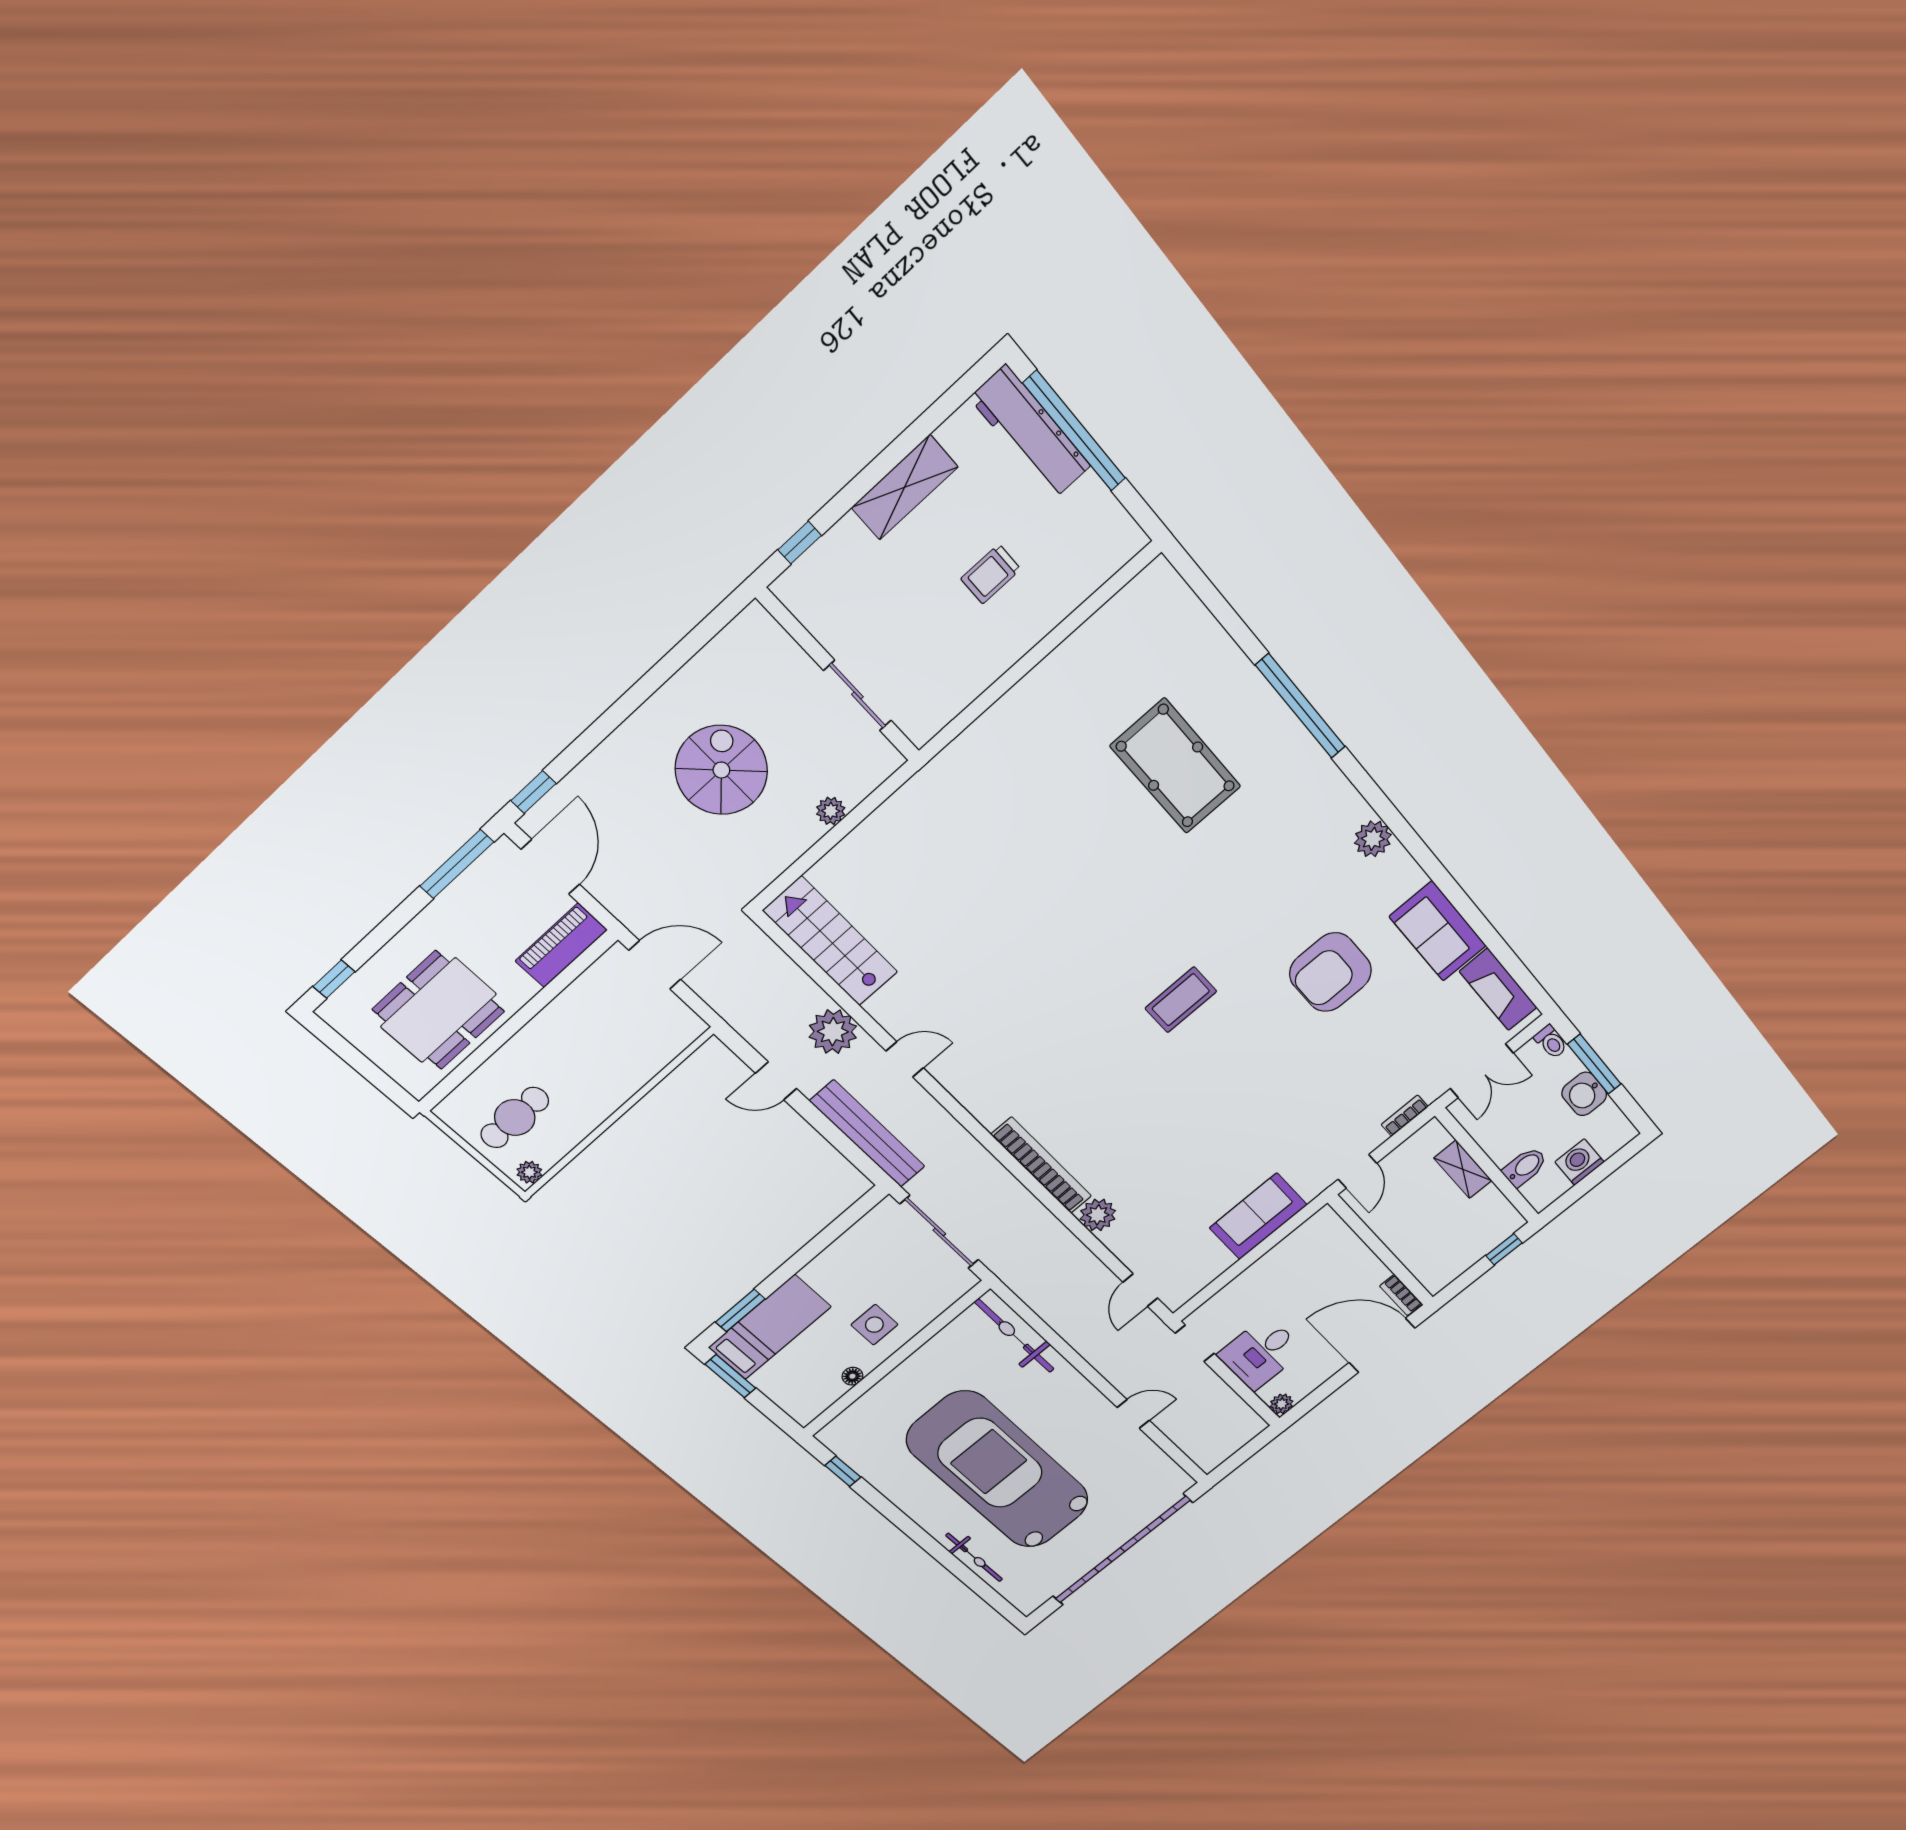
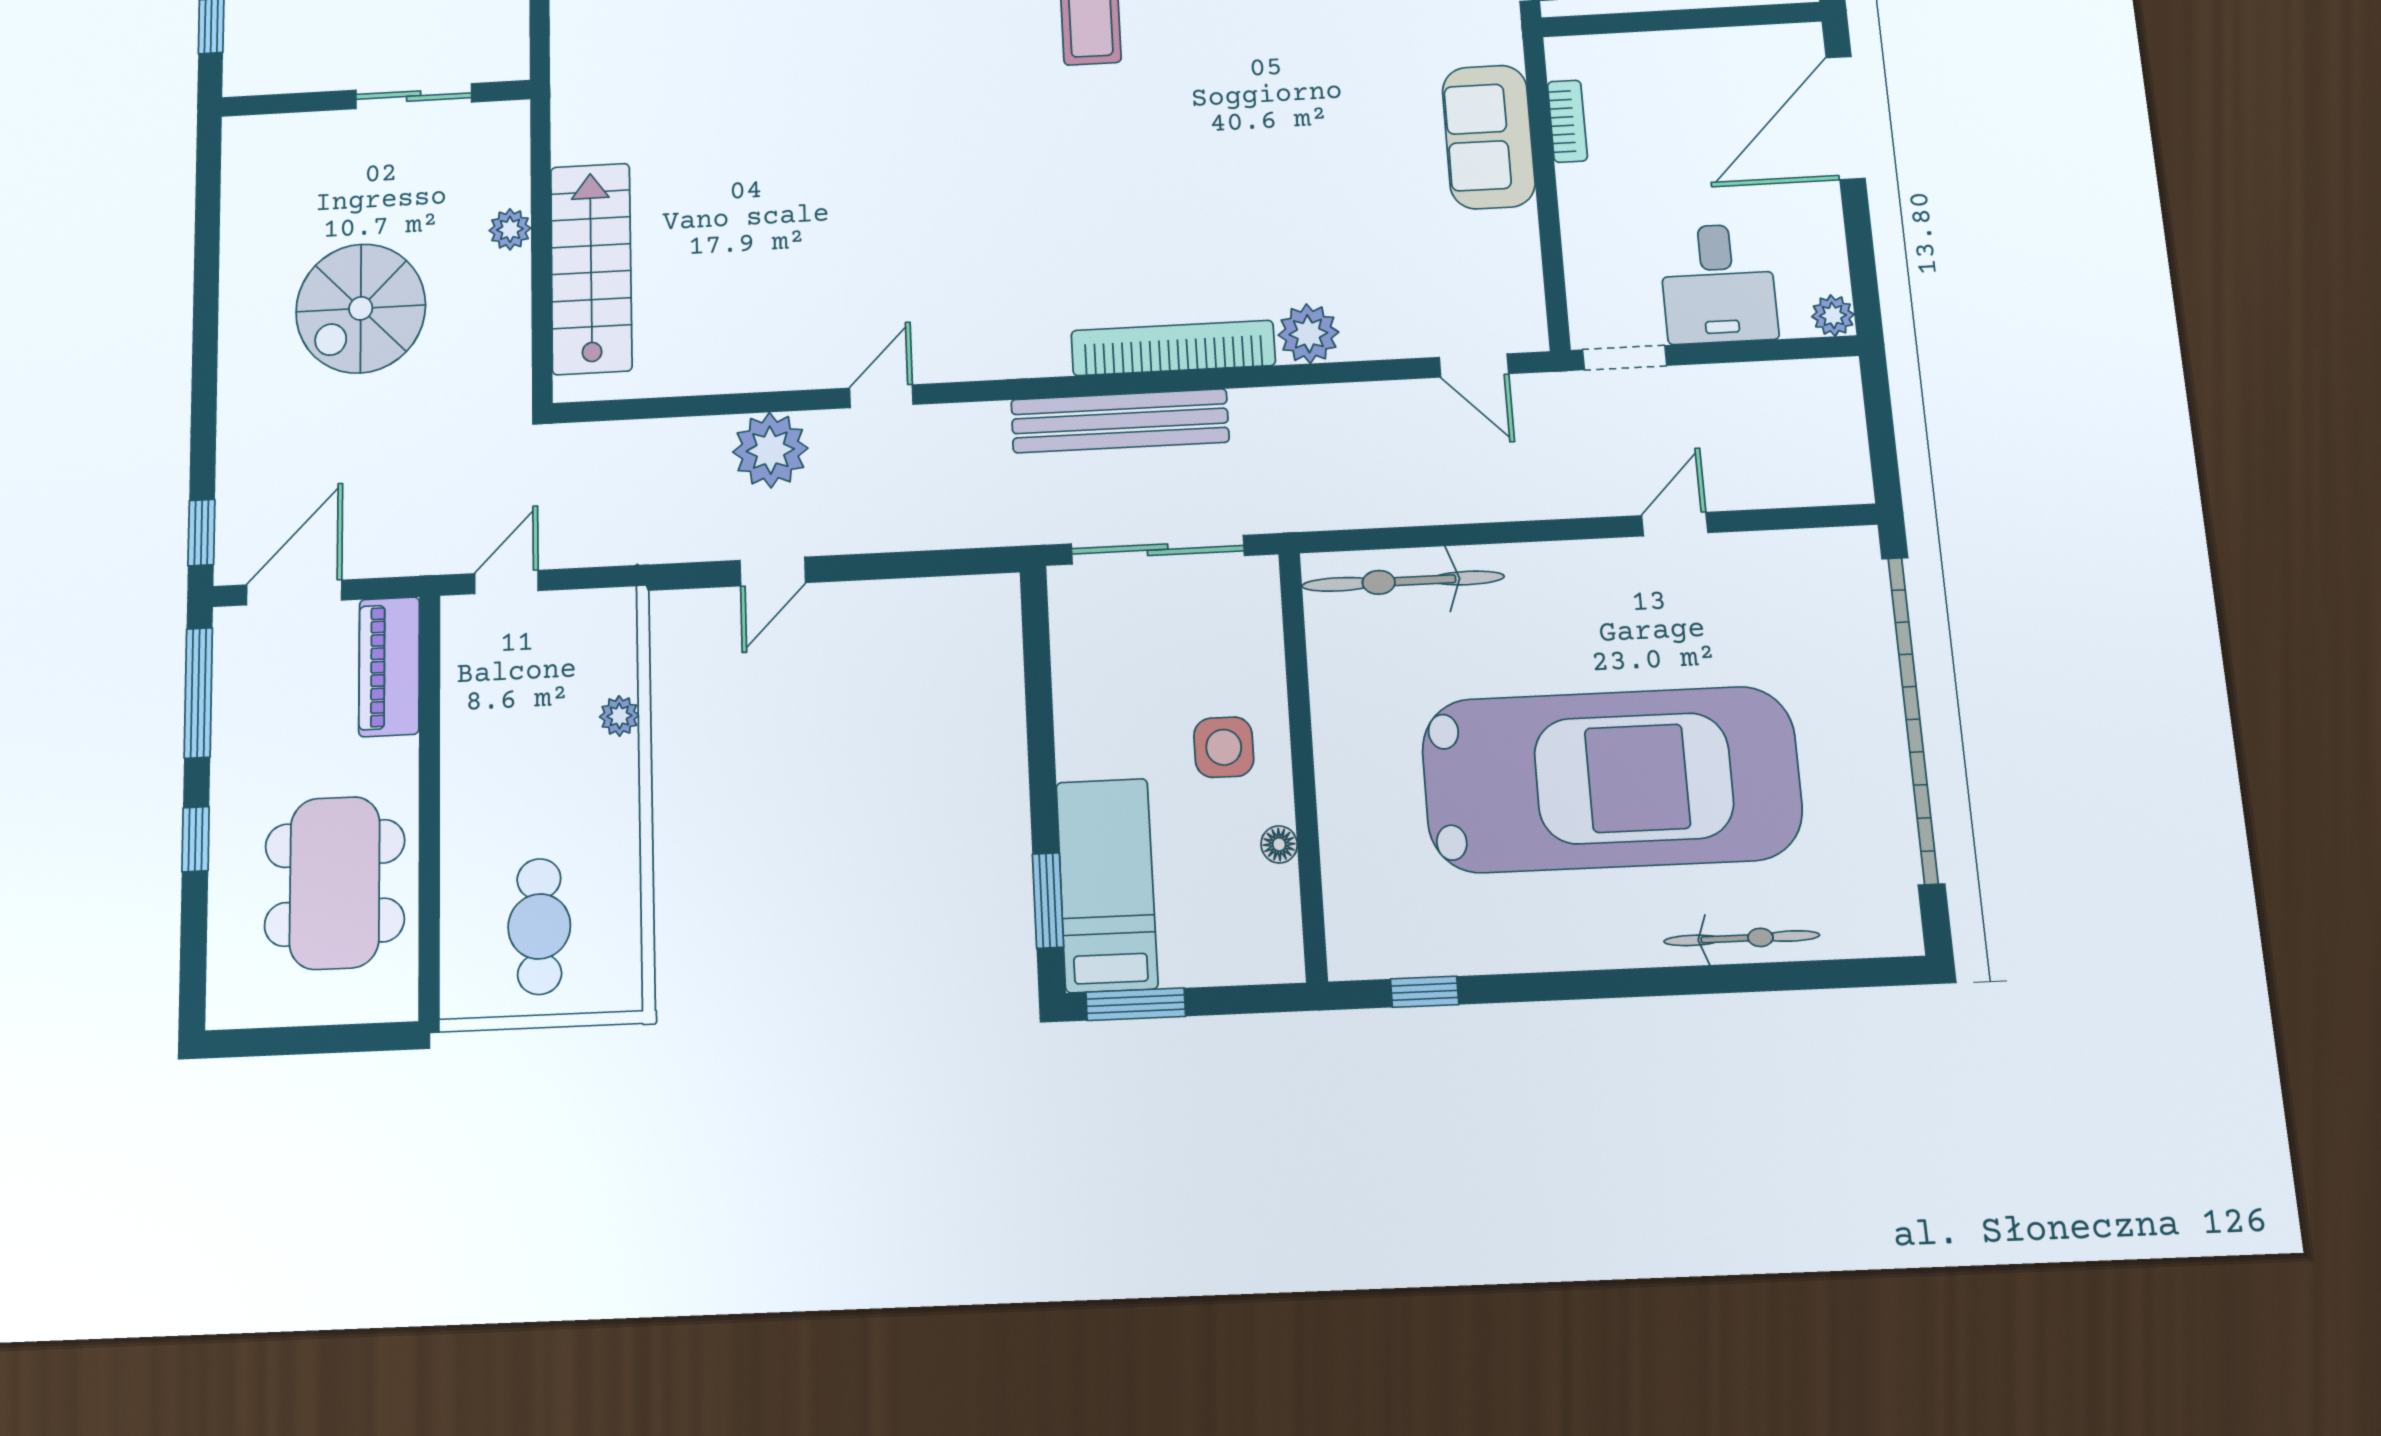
spiral stairs: (721, 770) -> (361, 308), turned -90
door: (550, 867) -> (294, 593), hinge flipped
stairs: (831, 941) -> (591, 268), moved, turned 90
door: (655, 965) -> (506, 582), width x0.73
window: (334, 979) -> (196, 839), moved
bench: (868, 1134) -> (1120, 421), moved
plant: (529, 1172) -> (619, 716), moved
bookcase: (1401, 1295) -> (1567, 121), moved, turned -90
car: (998, 1470) -> (1611, 779), turned 180

